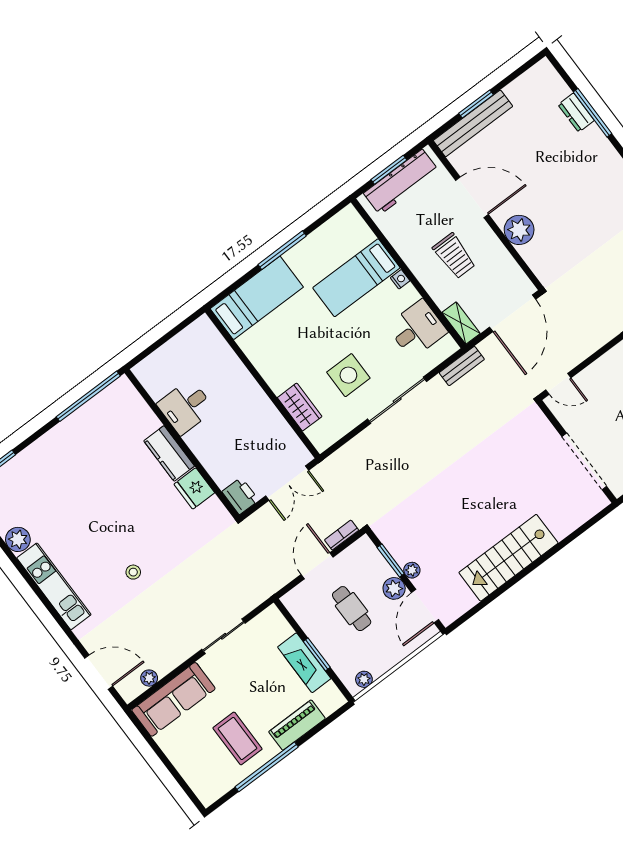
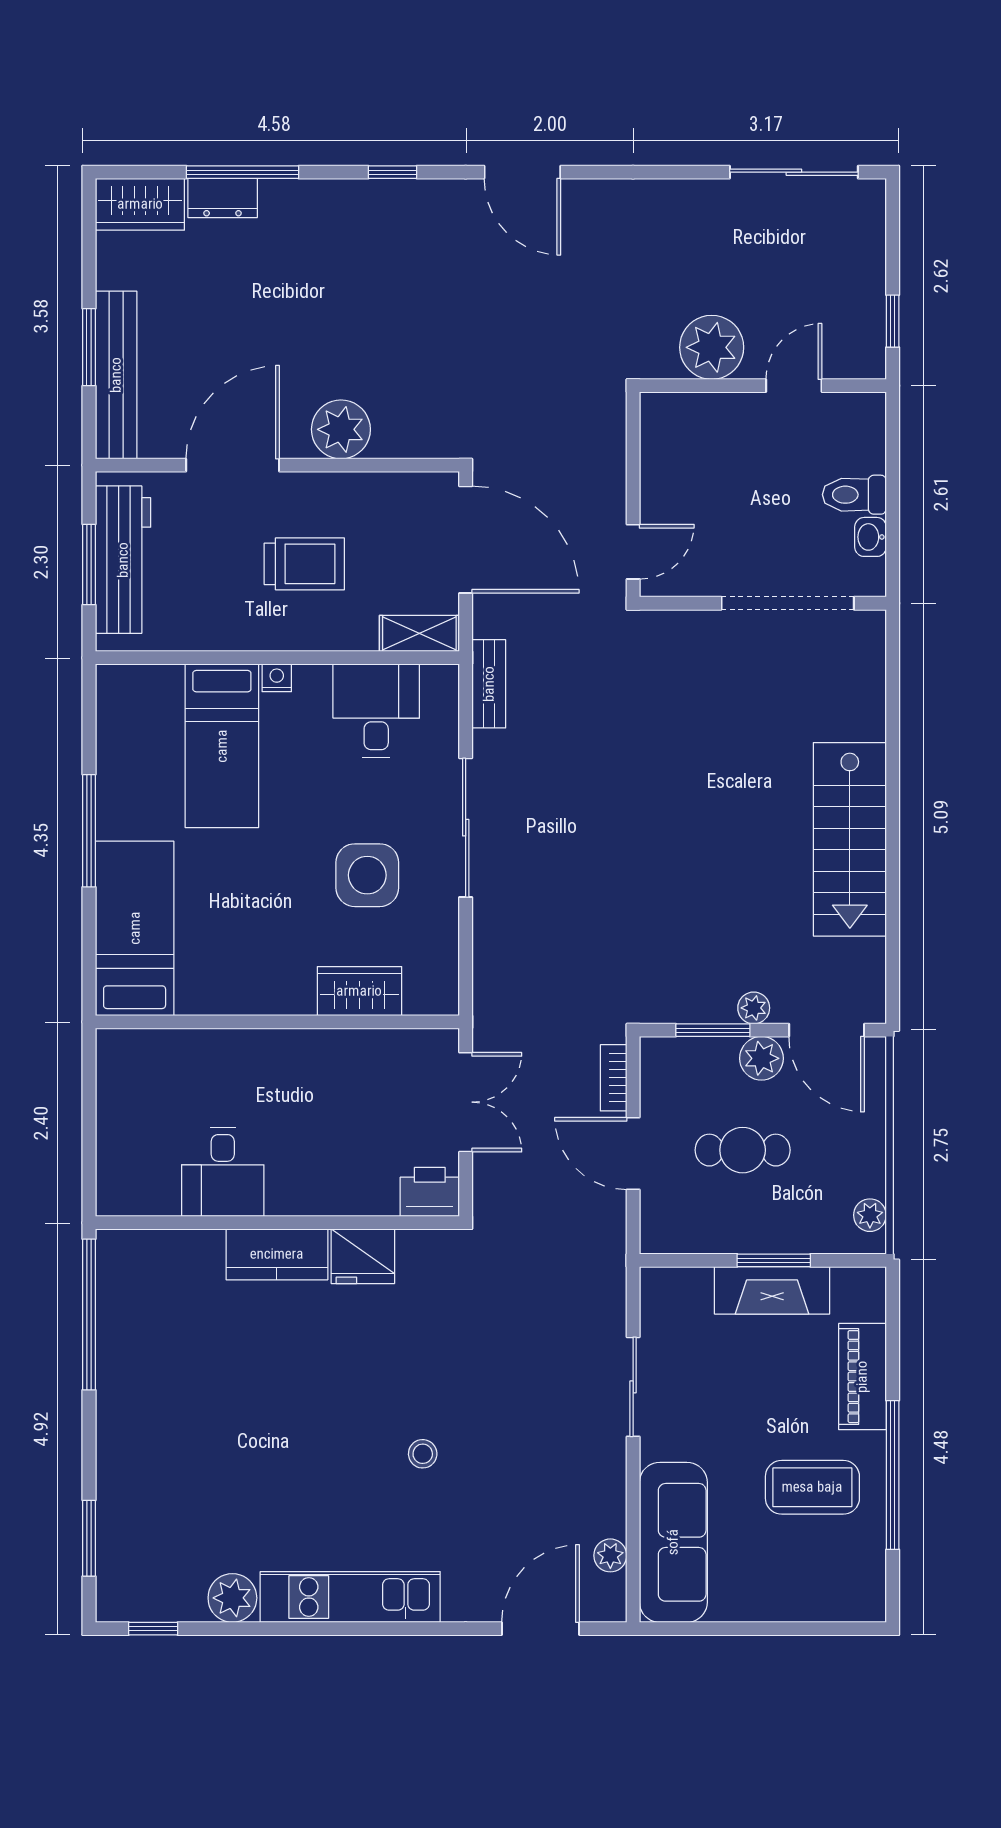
wardrobe: (549, 81) -> (140, 204), added

